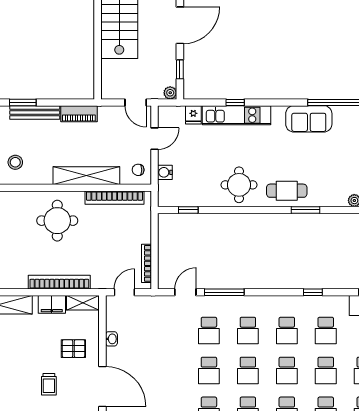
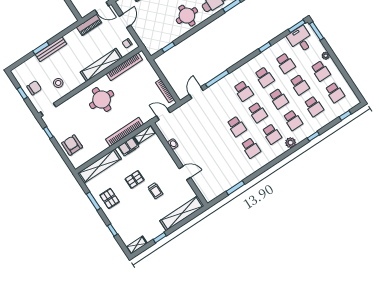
piano: (79, 114) -> (89, 25), moved
water cooler: (165, 172) -> (142, 35), removed
door: (124, 292) -> (163, 114), hinge flipped
school desk: (209, 331) -> (222, 105), removed
pallet: (73, 349) -> (135, 179), moved
door: (102, 387) -> (185, 173), width x0.53

